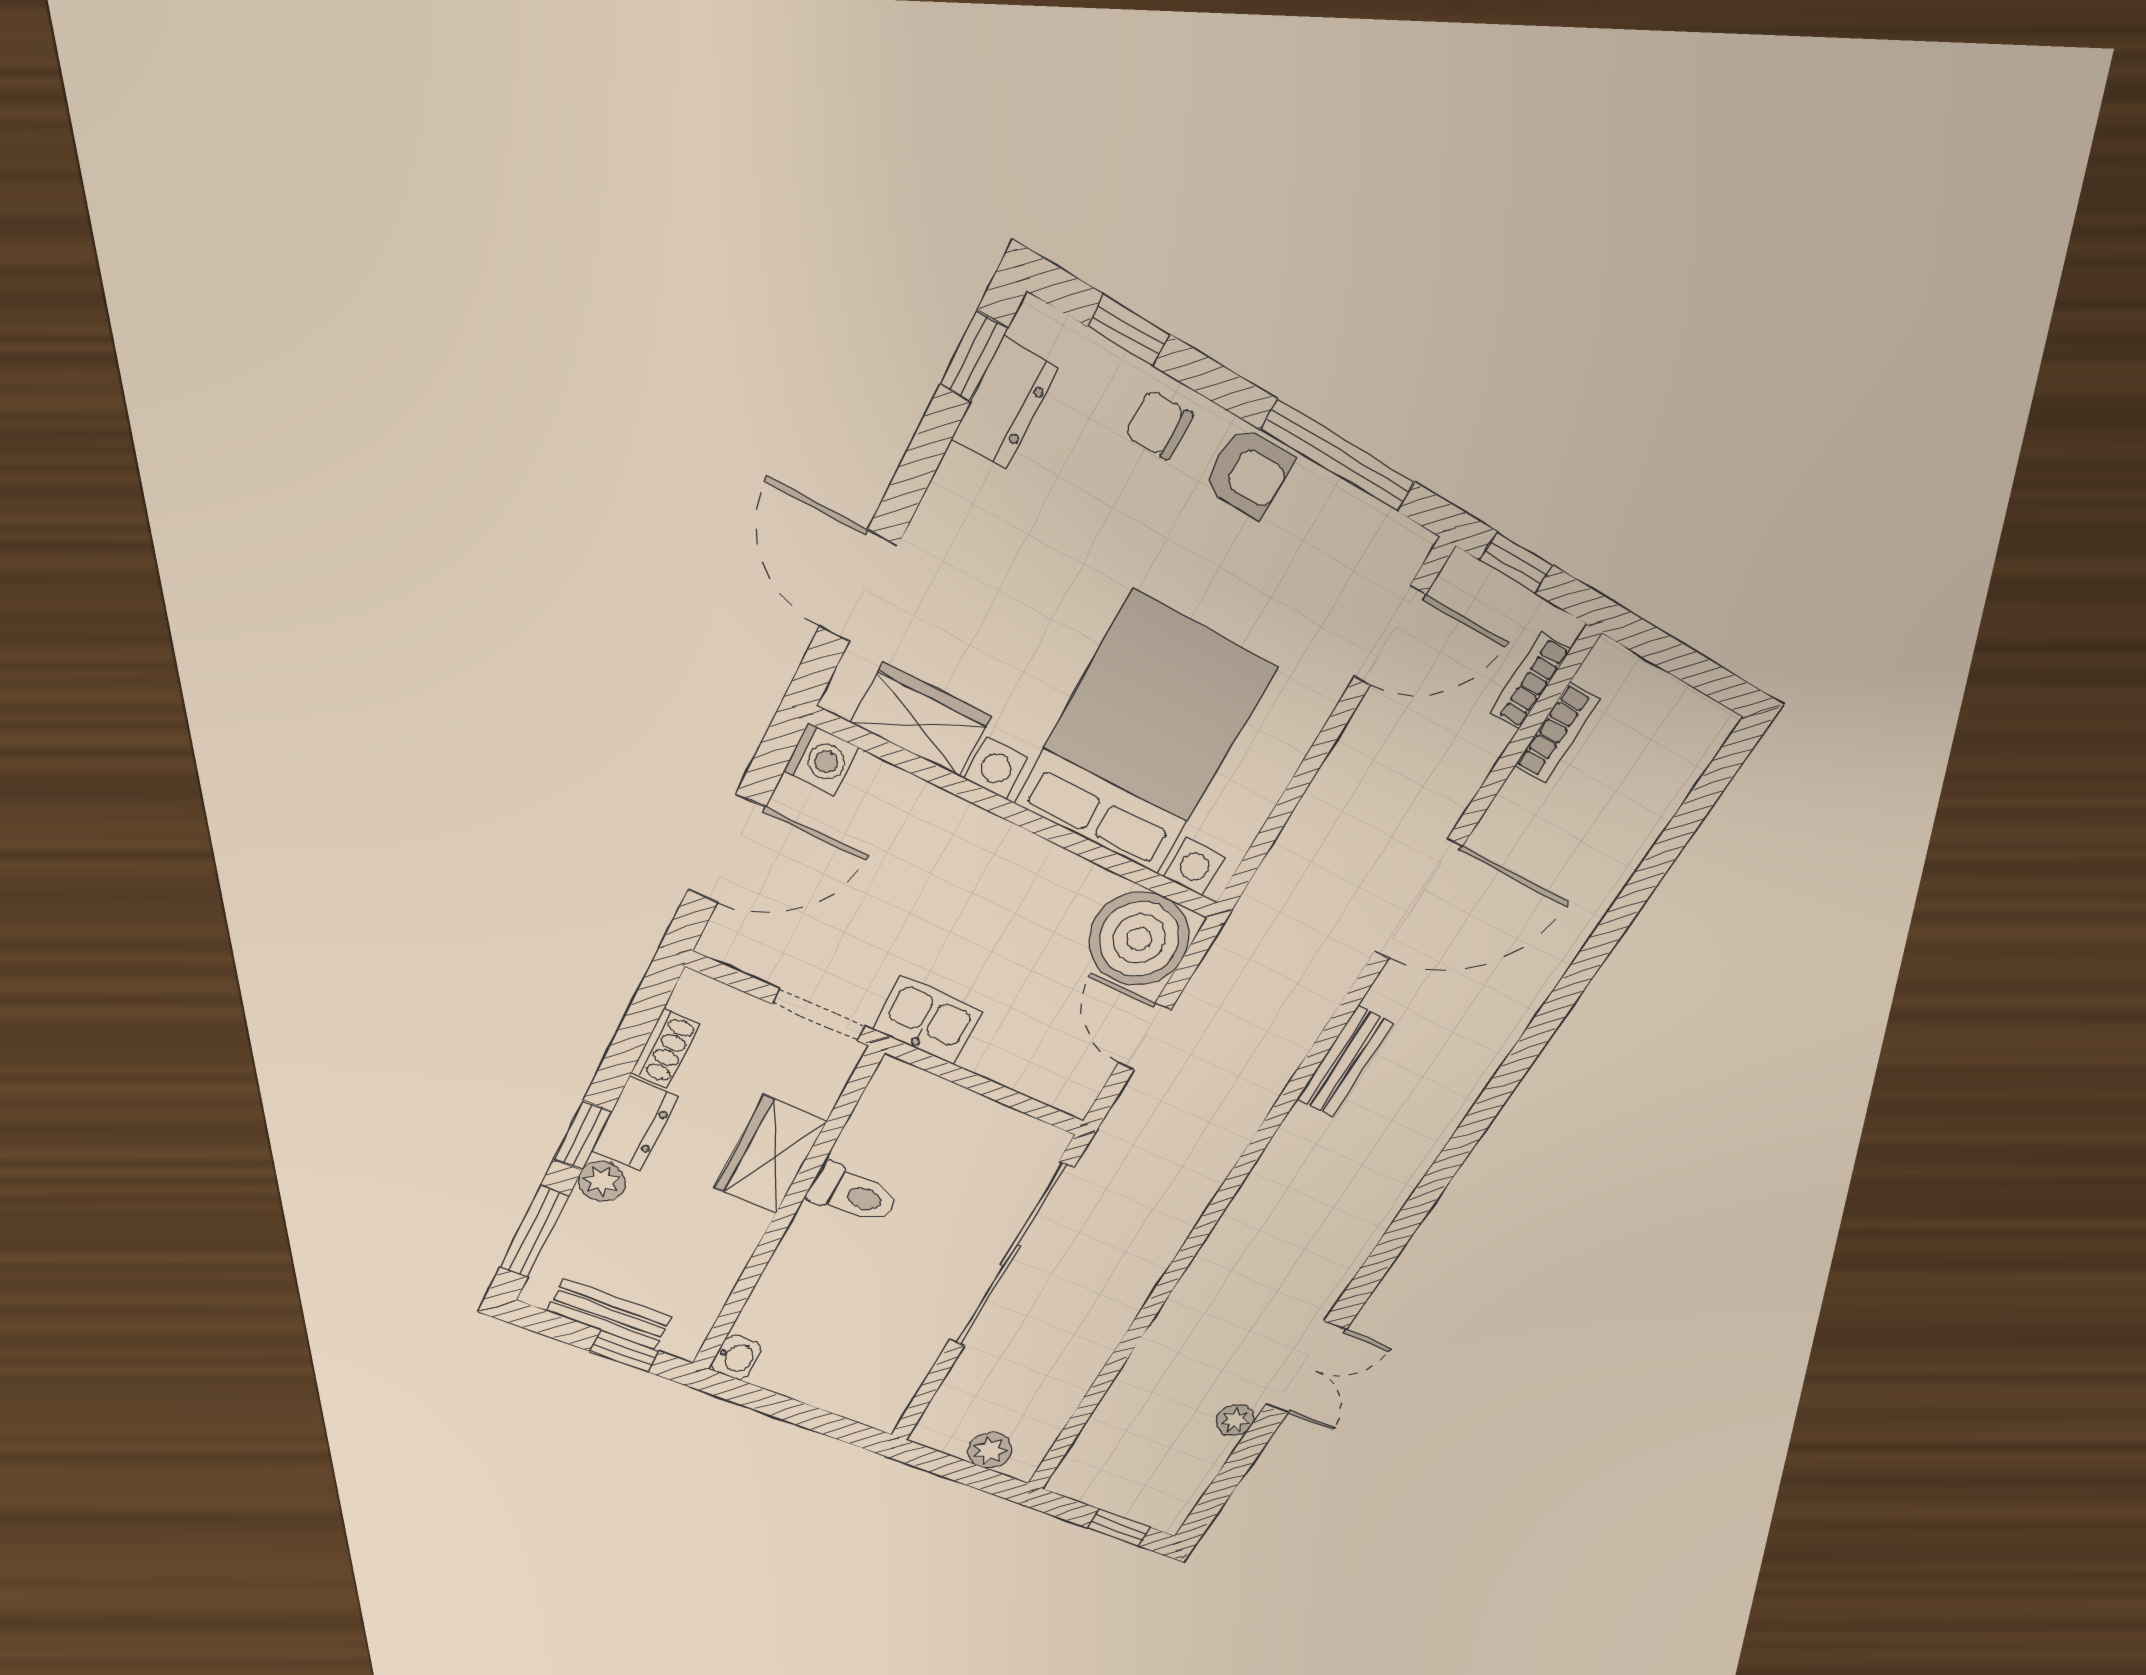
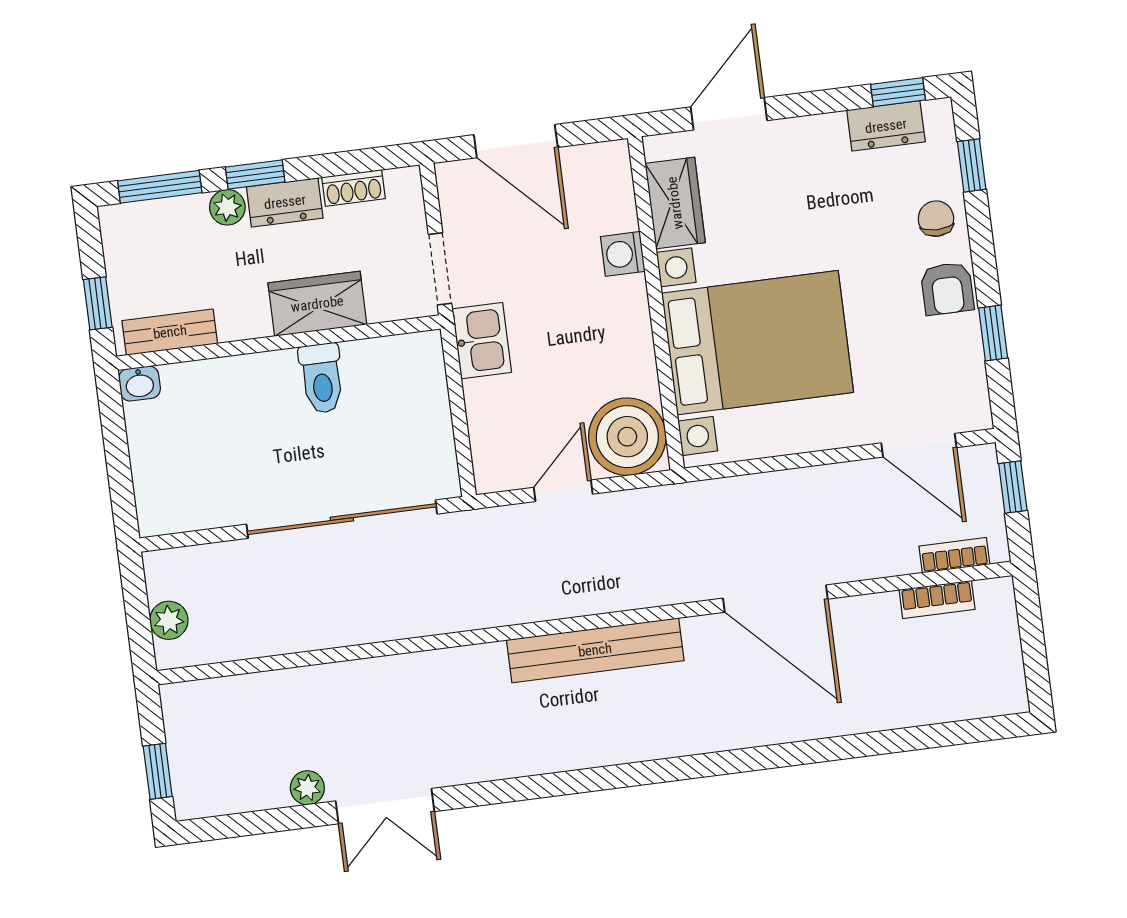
window: (1338, 456) -> (993, 333), width x0.46
washing machine: (821, 759) -> (623, 254), moved, turned 90
bench: (1345, 1062) -> (595, 650), width x1.86, depth x1.21
bench: (610, 1314) -> (170, 332), moved, turned 90

